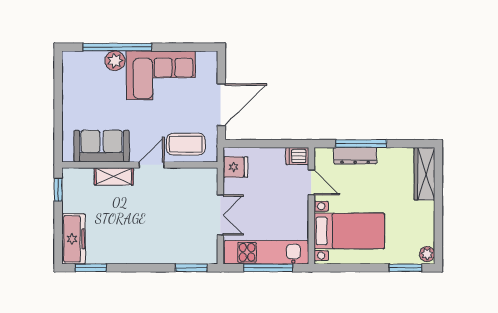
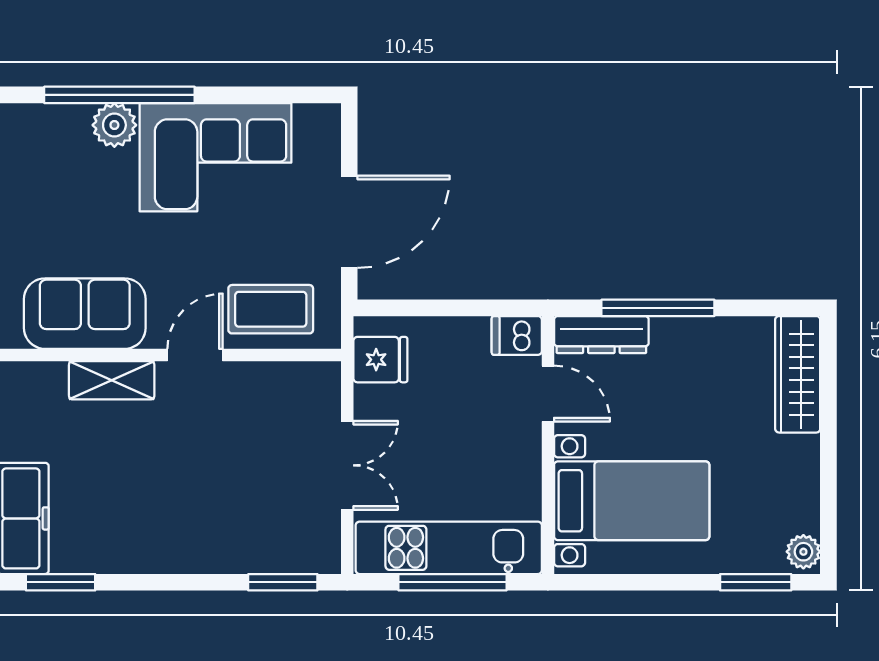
dresser: (355, 156) -> (601, 335), moved

